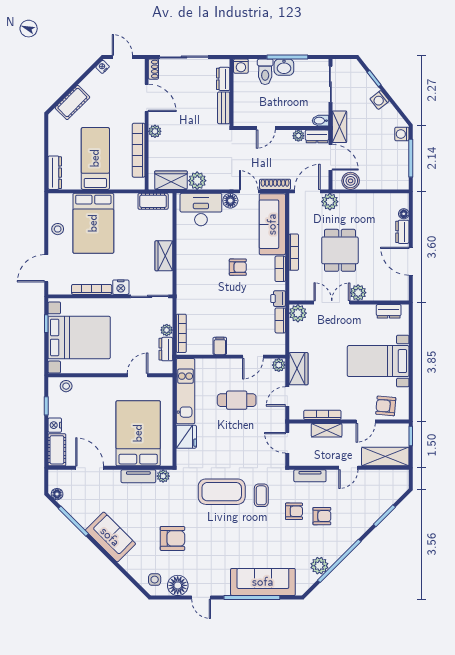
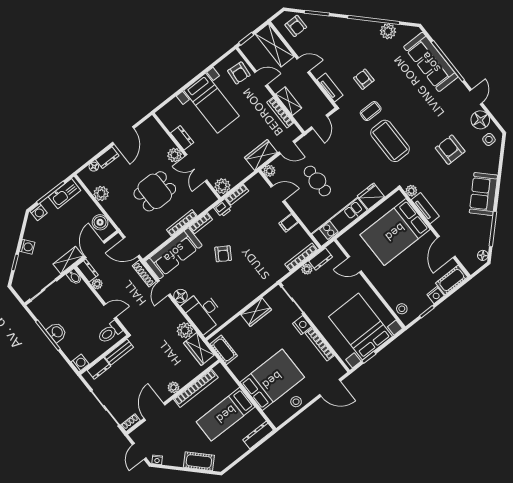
toilet: (265, 72) -> (110, 332), moved, turned 180
kitchen sink: (400, 169) -> (65, 194), added
plant: (330, 202) -> (101, 194), moved
armchair: (238, 267) -> (223, 254), turned -148
dresser: (389, 311) -> (182, 138), moved
armchair: (322, 516) -> (296, 26), moved, turned 180

